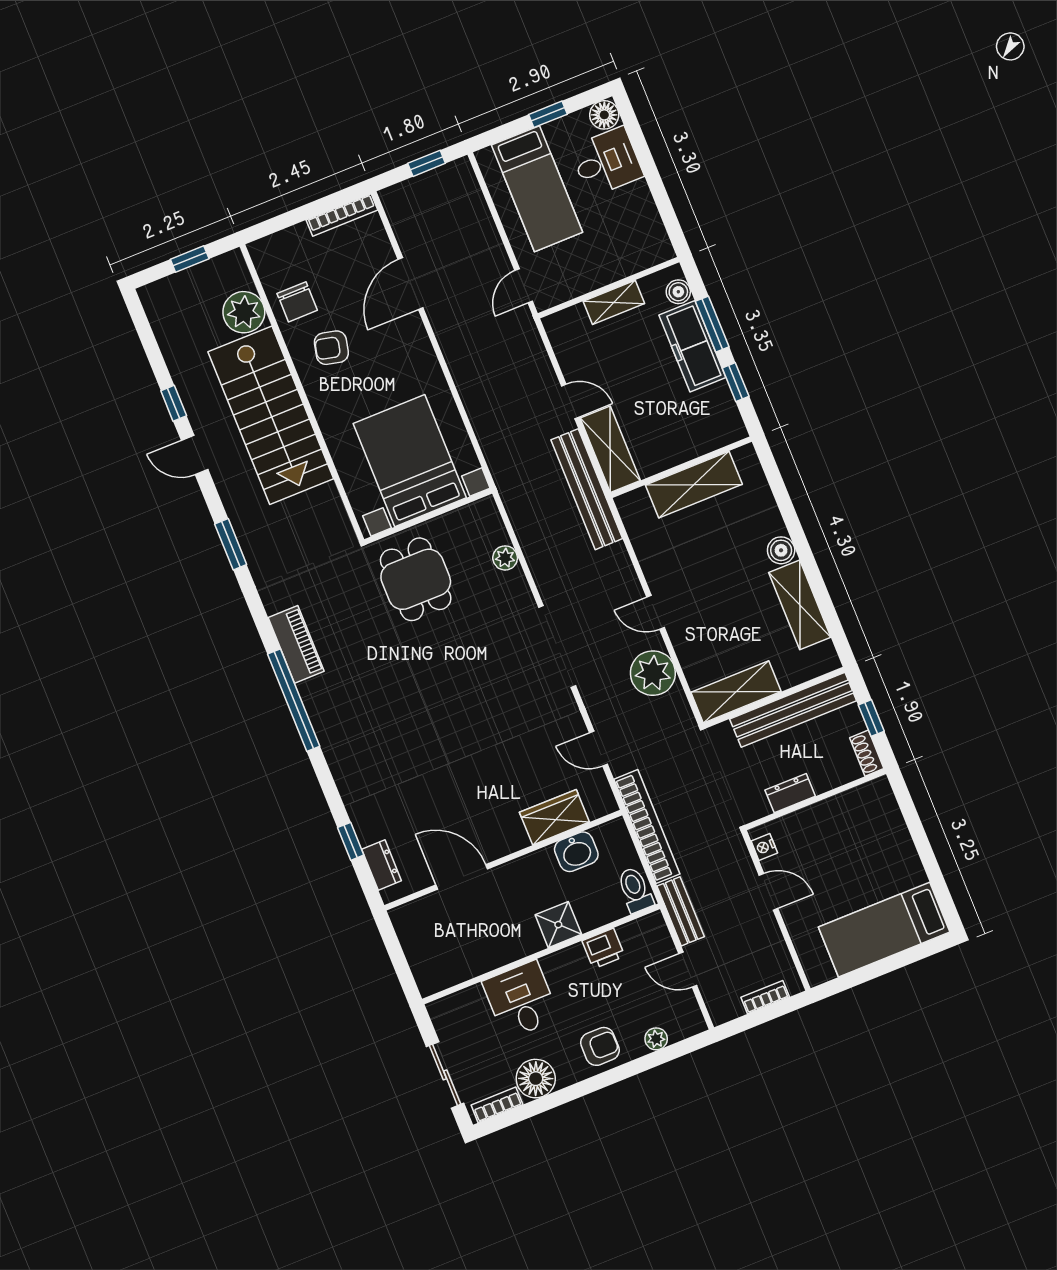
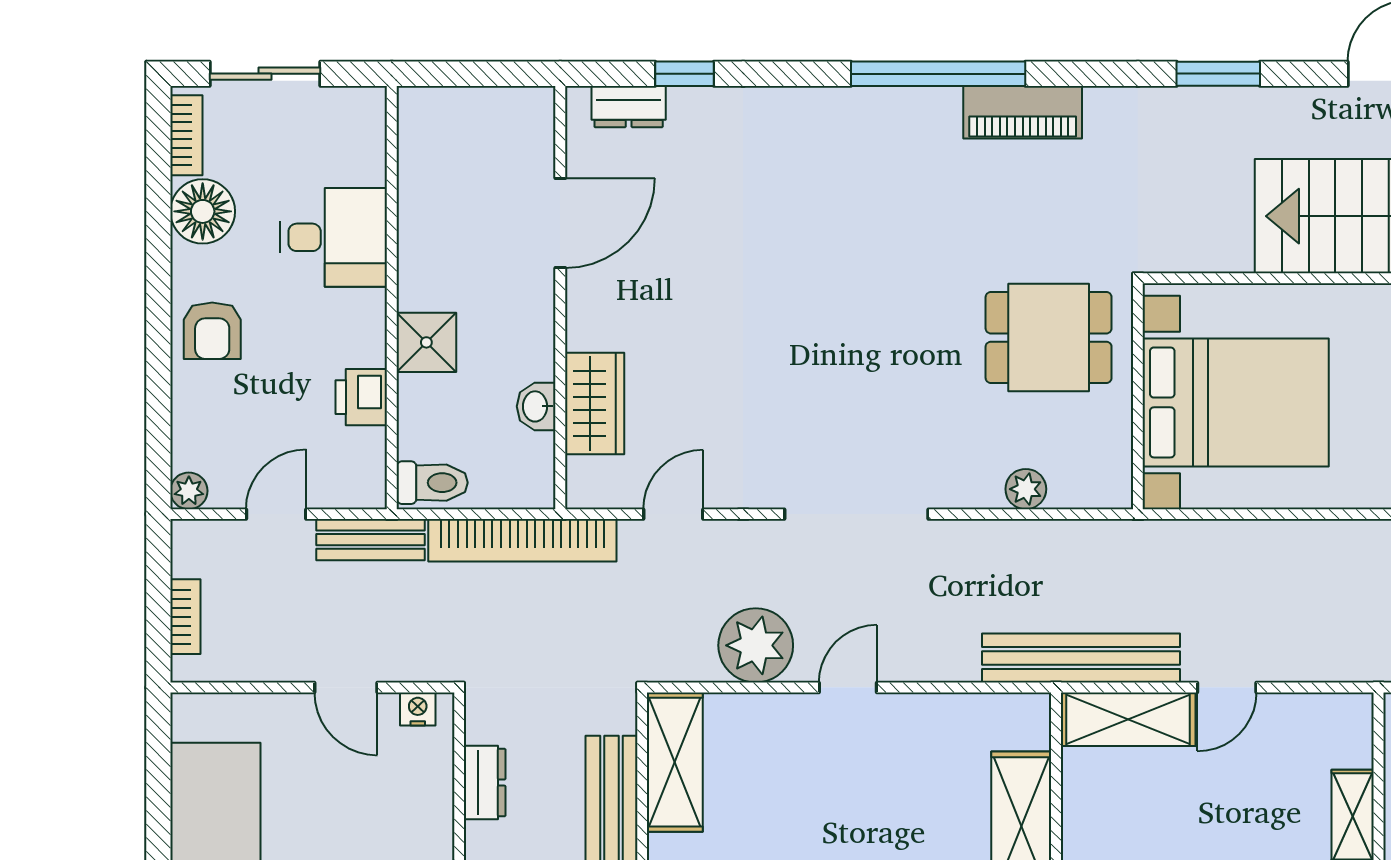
washbasin: (576, 852) -> (536, 406), width x0.72, depth x0.69
door: (768, 892) -> (346, 687), hinge flipped
plant: (656, 1039) -> (189, 491), moved

